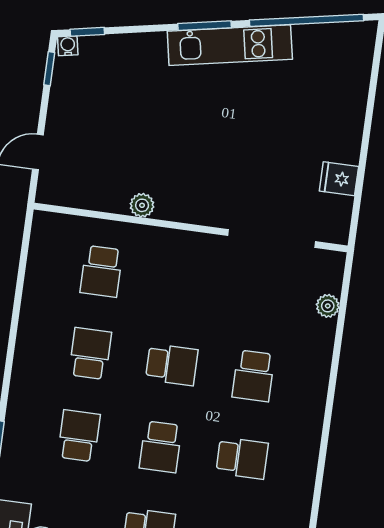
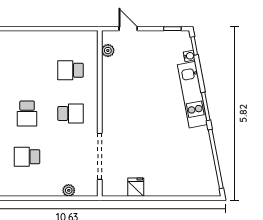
kitchen unit: (230, 45) -> (192, 95), moved
water cooler: (68, 46) -> (189, 56), moved
plant: (142, 205) -> (108, 51), moved
school desk: (90, 354) -> (71, 113), moved

